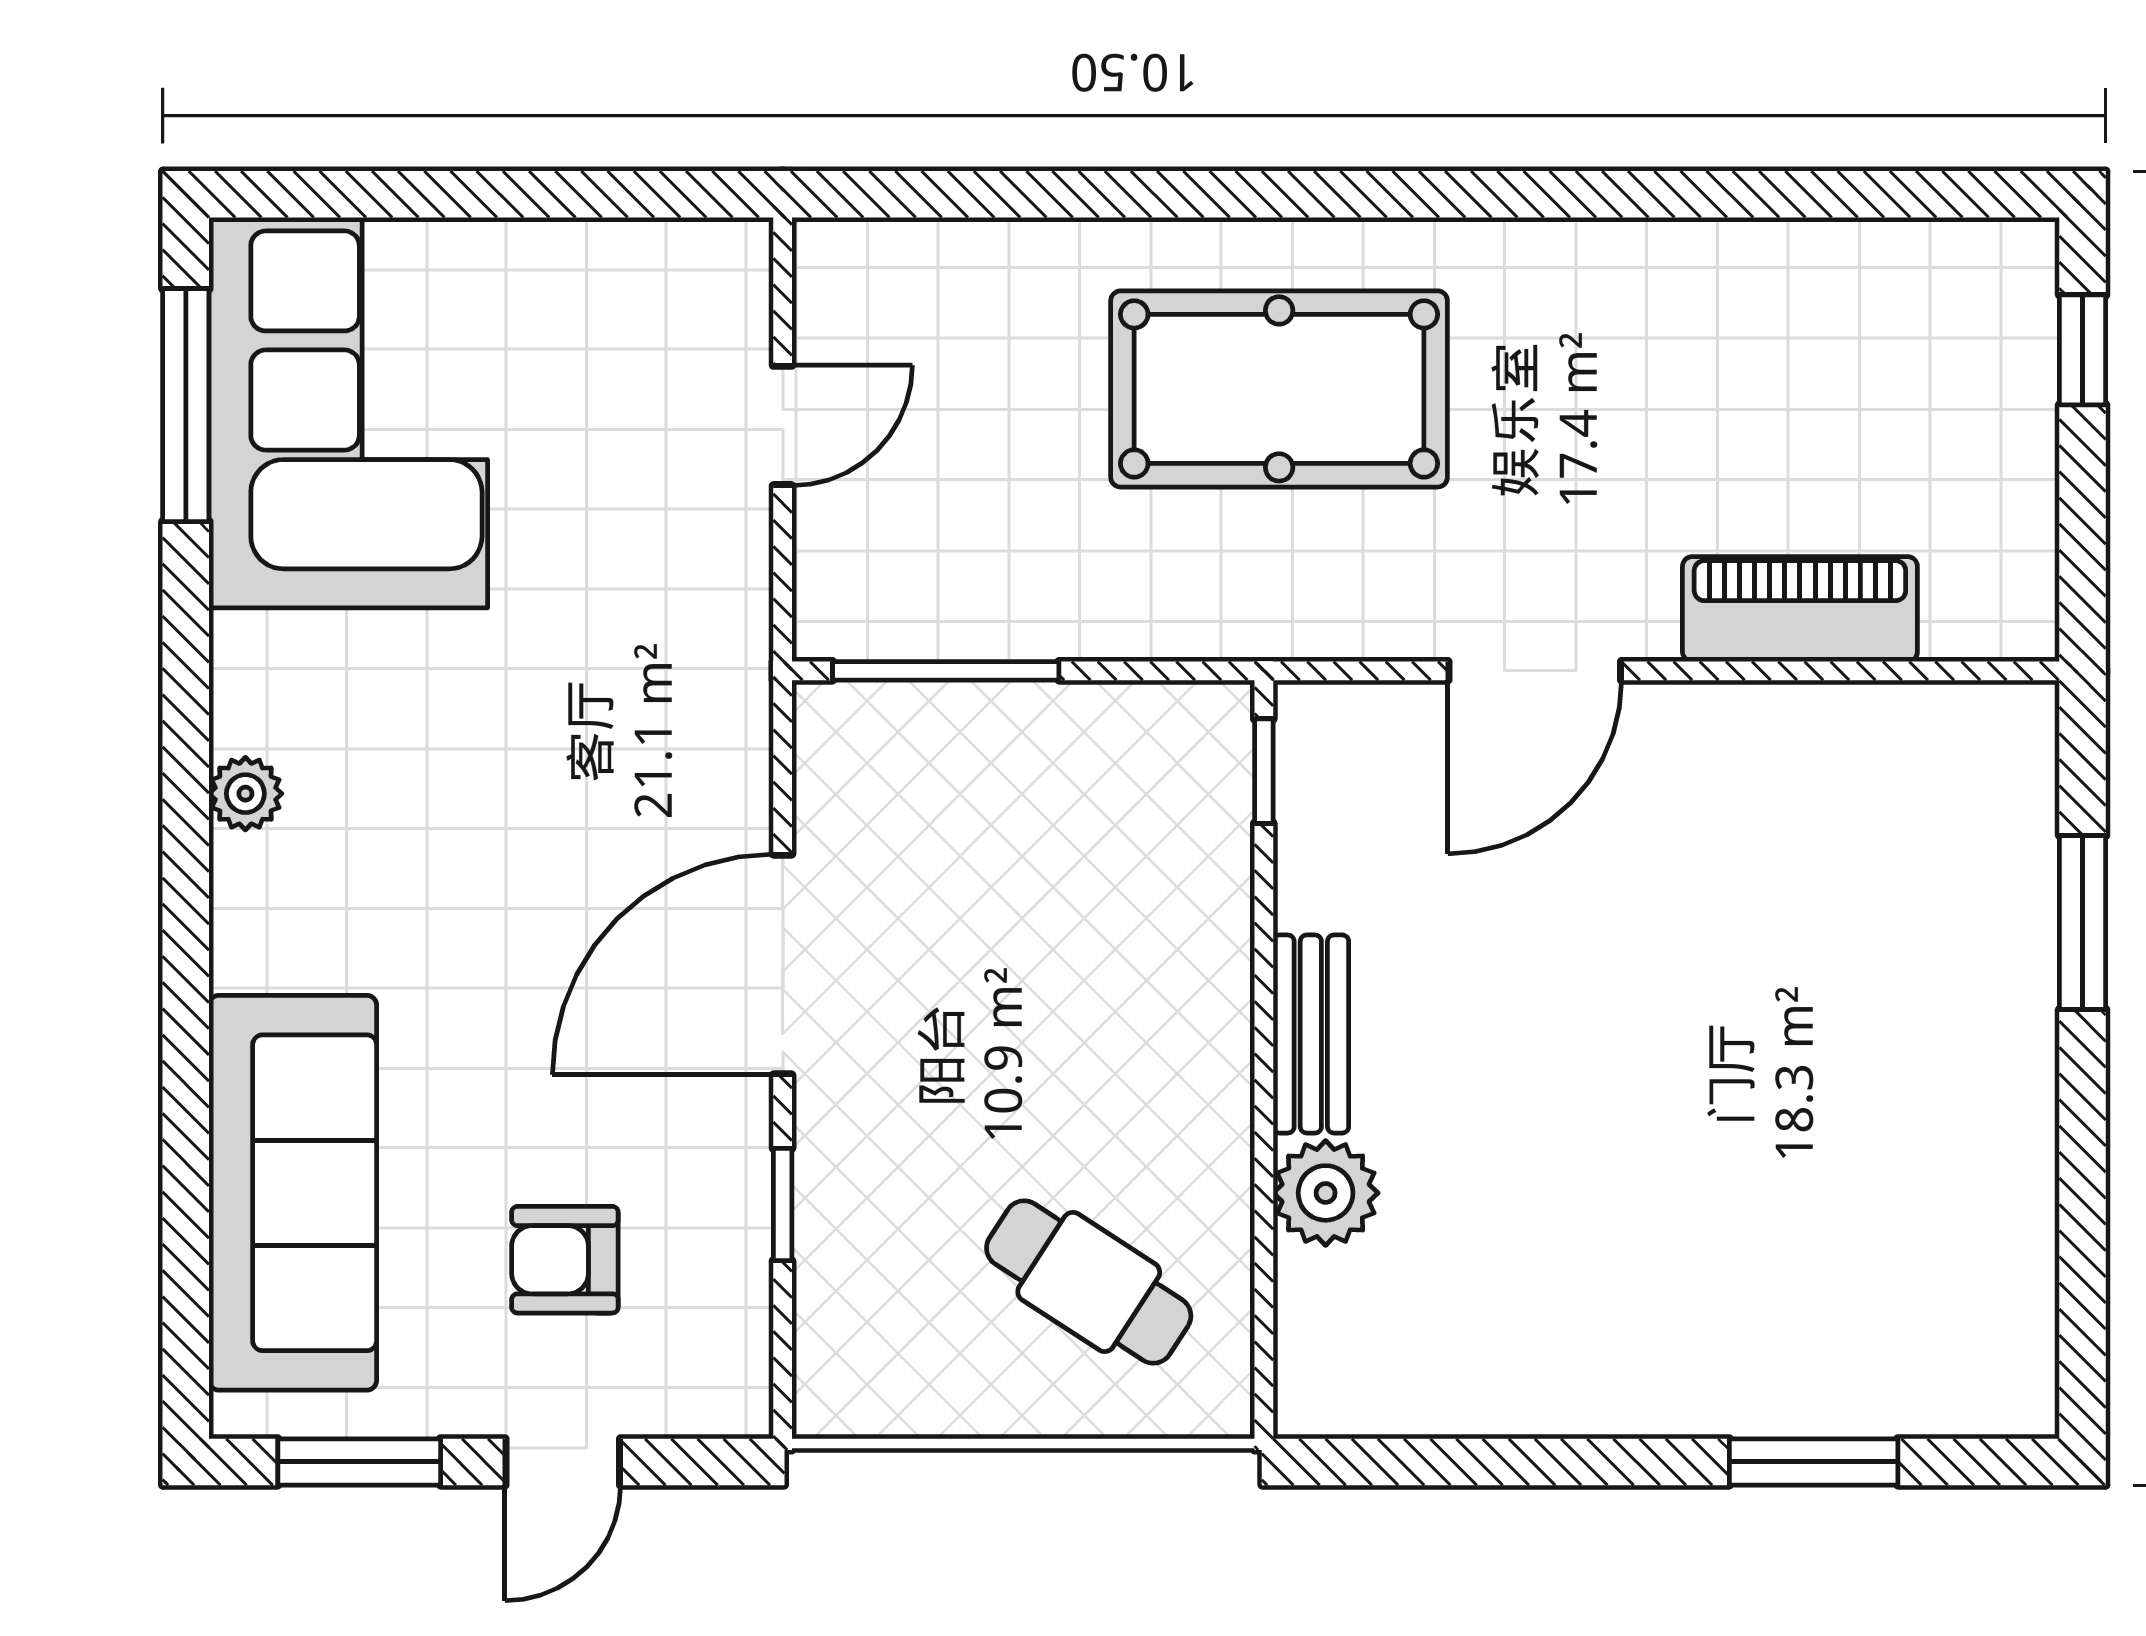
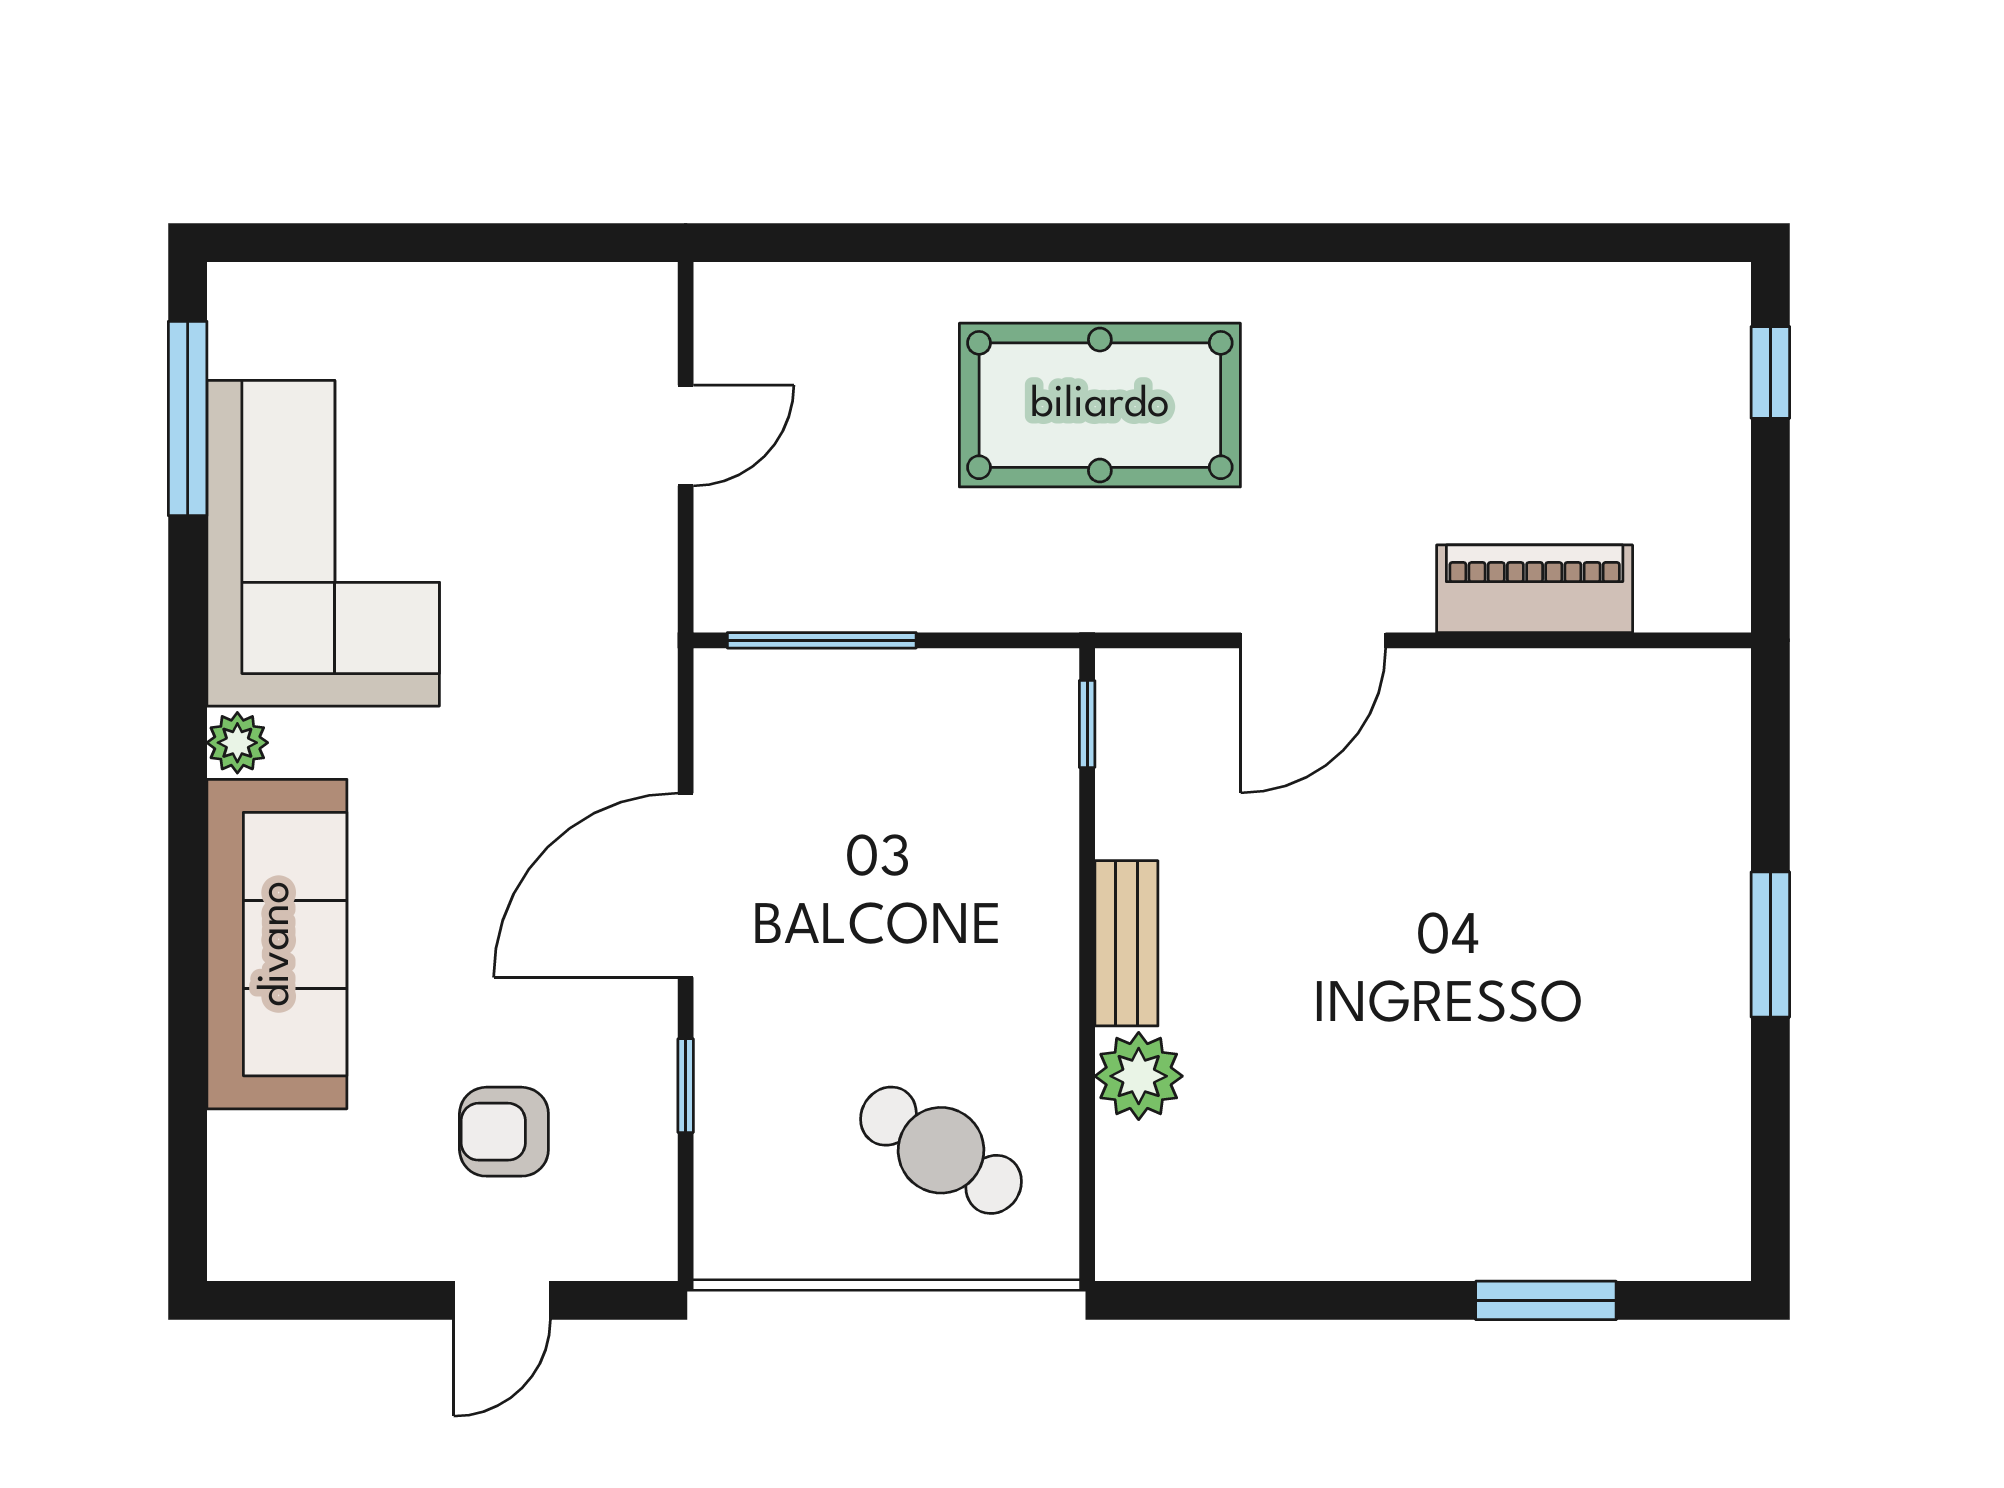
corner sofa: (348, 413) -> (323, 543), moved
window: (2083, 922) -> (1770, 944), moved
sofa: (293, 1193) -> (277, 944), moved
window: (359, 1462) -> (332, 1300), removed

